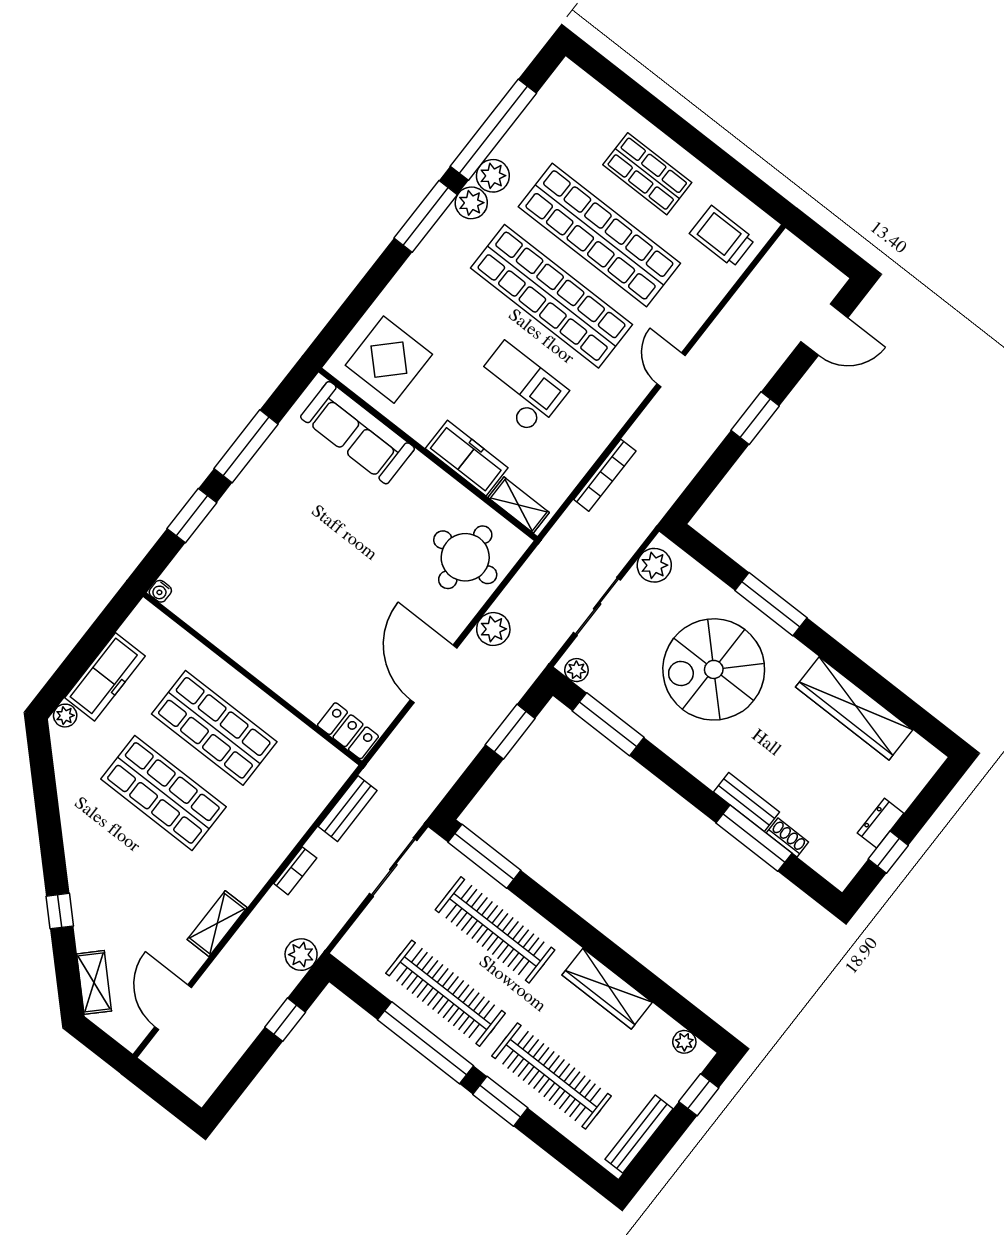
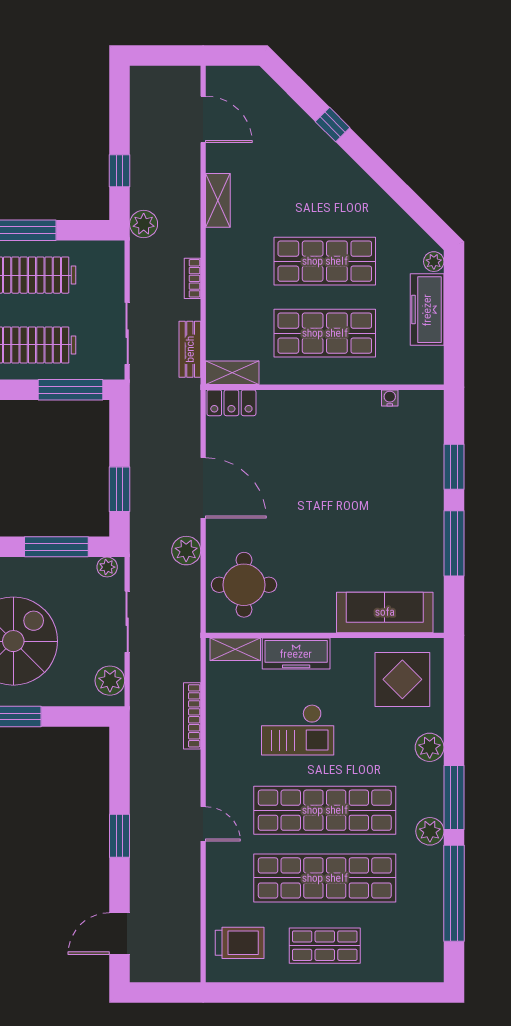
plant: (493, 176) -> (430, 747), moved
water cooler: (160, 591) -> (390, 398), moved
shelving: (94, 982) -> (232, 373), moved, turned -45

